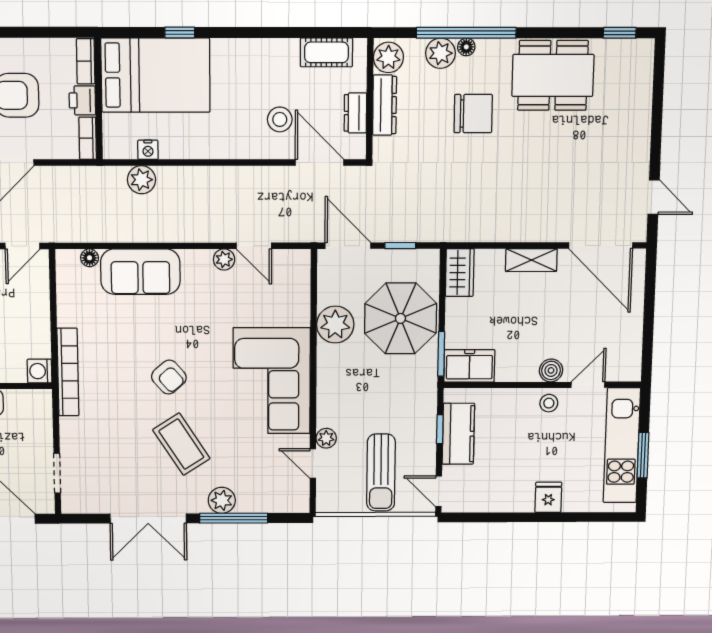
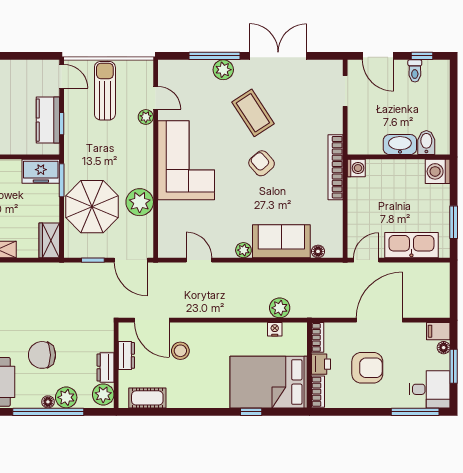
dresser: (385, 105) -> (106, 367), width x0.70
plant: (224, 259) -> (243, 250), moved

